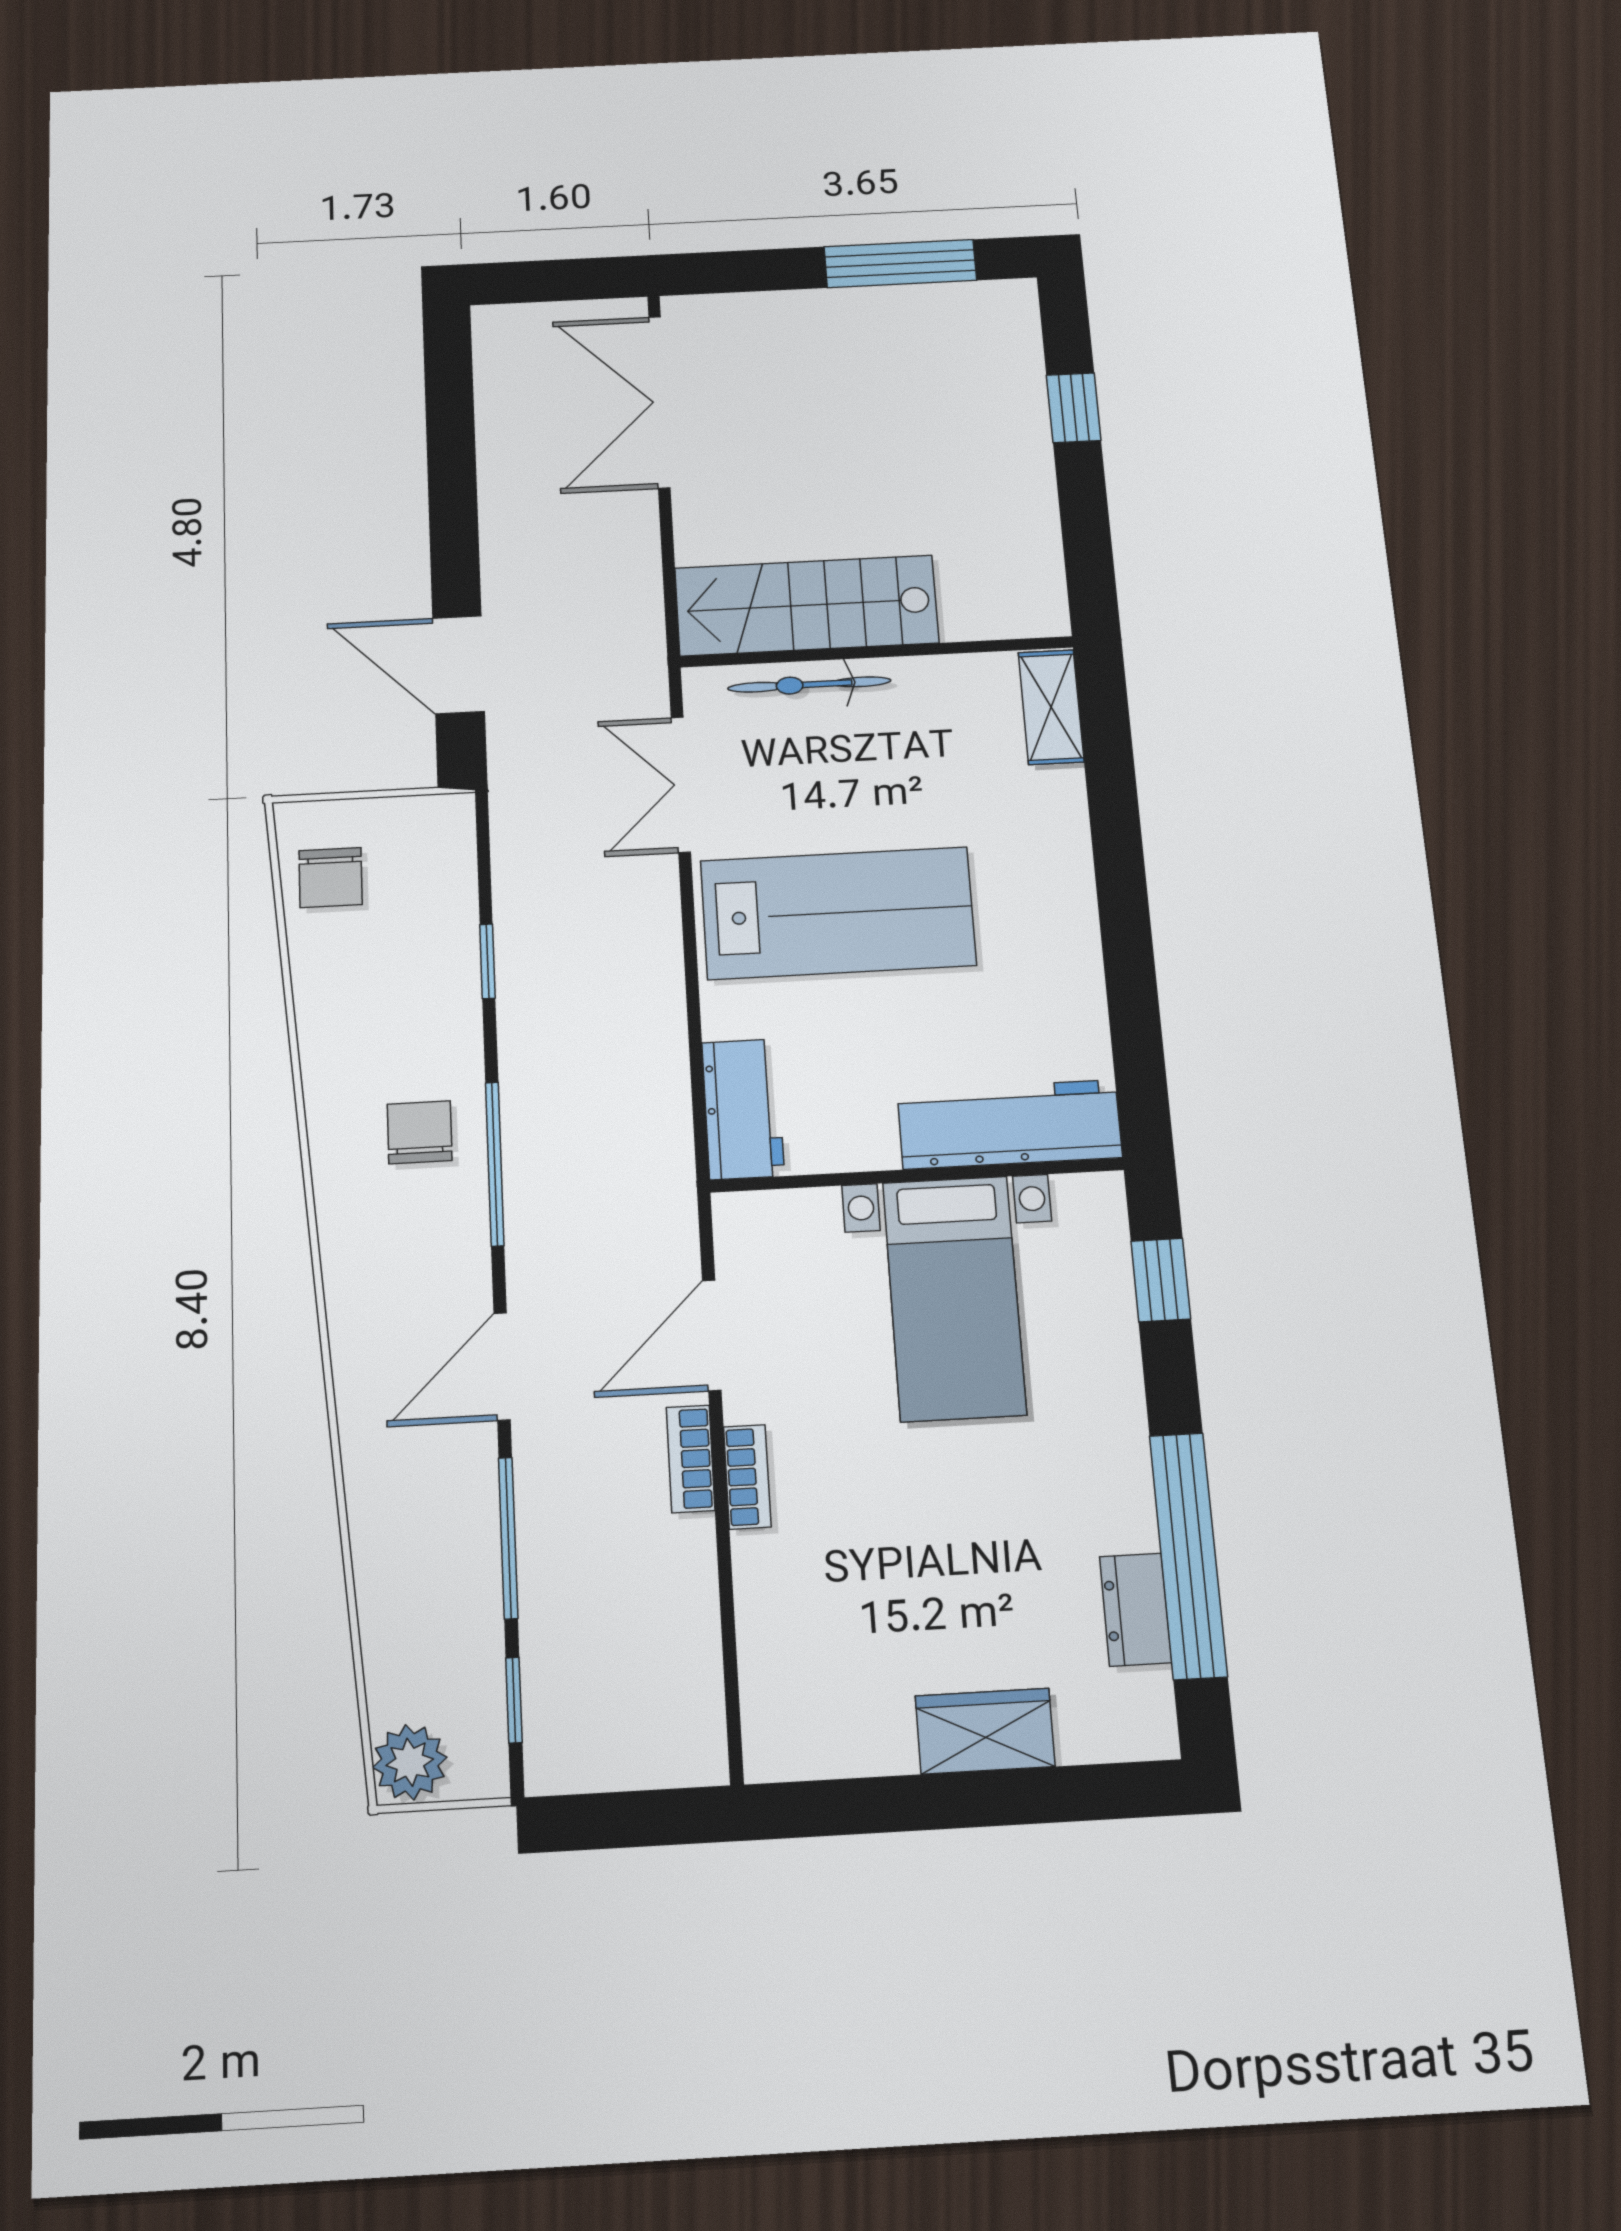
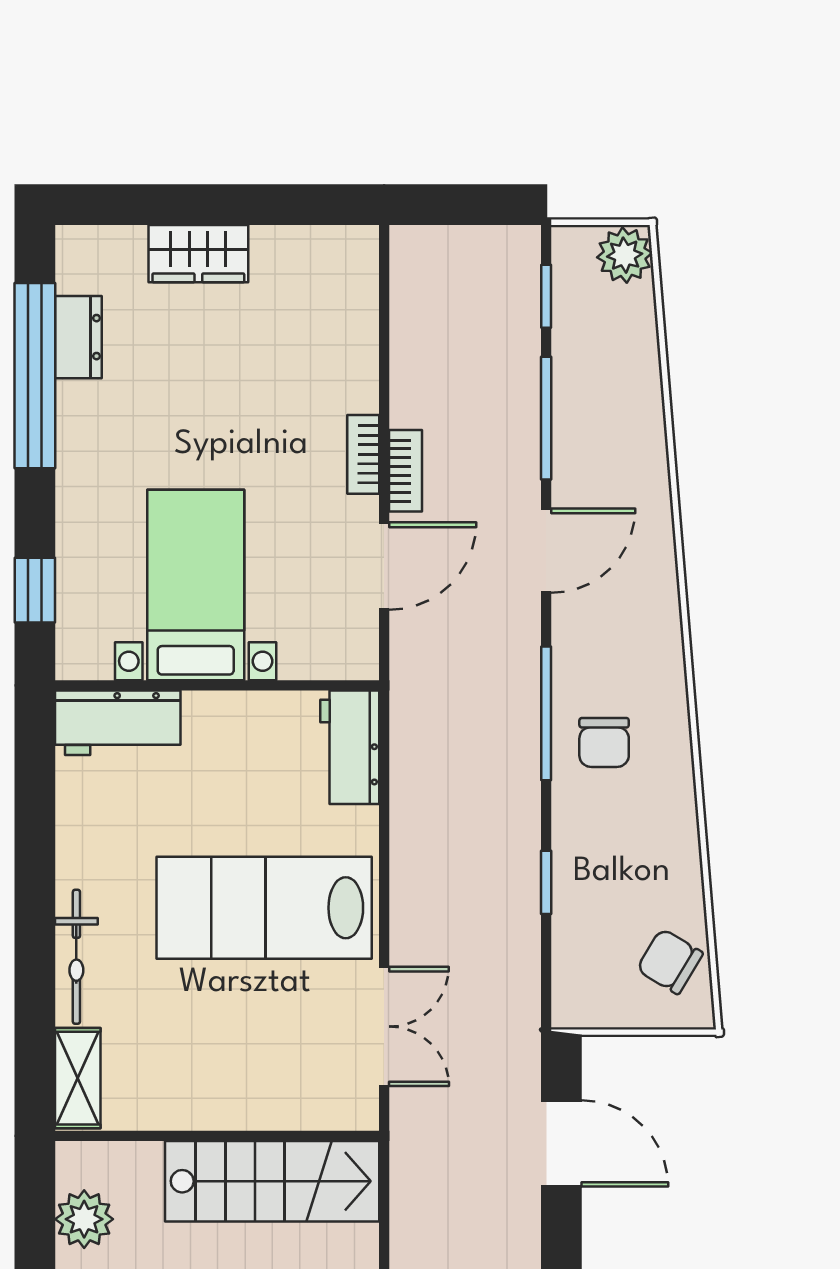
plant: (1029, 553) -> (84, 1219), added
bicycle: (809, 685) -> (76, 957), moved, turned 90
chair: (331, 878) -> (670, 961), turned -59
workbench: (1010, 1124) -> (118, 723), width x0.73

